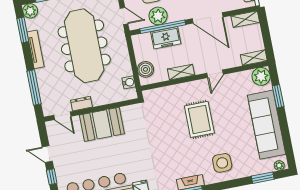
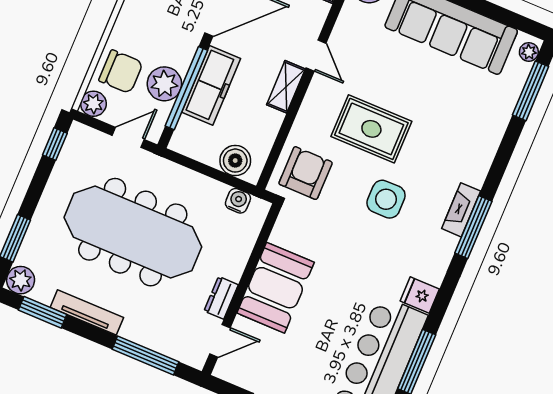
freezer: (166, 38) -> (211, 85), width x1.40
shelving: (181, 72) -> (286, 87), moved
armchair: (161, 104) -> (306, 173), added
side table: (222, 163) -> (386, 199), moved
window: (263, 178) -> (531, 91), width x1.44

